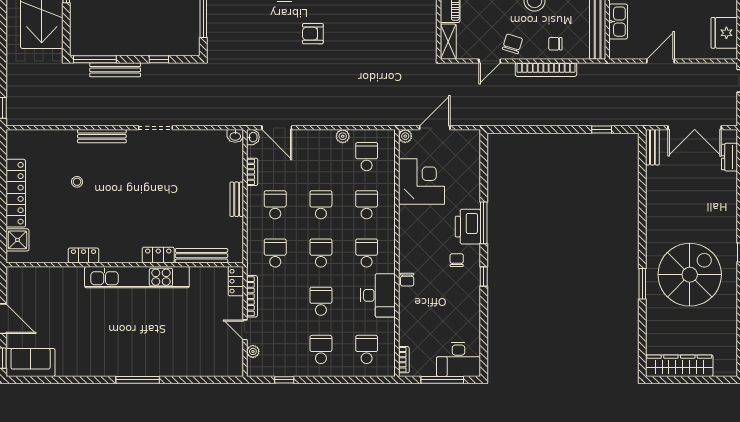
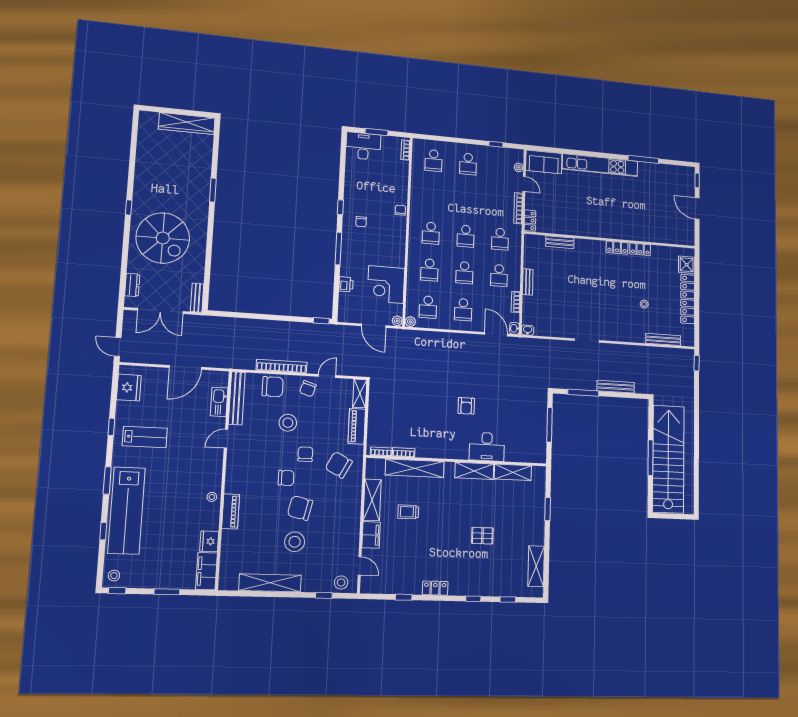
armchair: (313, 34) -> (466, 406), turned 90
chair: (555, 44) -> (273, 387), width x1.87, depth x1.87
window: (95, 59) -> (630, 395), removed
window: (159, 59) -> (583, 393), width x2.17
door: (661, 61) -> (185, 367), width x1.36
door: (435, 128) -> (374, 326), hinge flipped
double door: (695, 128) -> (160, 311), swing flipped
window: (602, 129) -> (321, 321), moved
bench: (102, 136) -> (663, 339), moved
plant: (343, 136) -> (410, 322), moved
printer: (468, 227) -> (346, 284), moved, width x0.53, depth x0.68
locker: (158, 255) -> (617, 248), moved
bench: (201, 256) -> (560, 242), width x0.73
spiral stairs: (690, 275) -> (163, 238), moved, turned -90
kitchen unit: (137, 277) -> (600, 165), moved, turned 180
desk: (378, 295) -> (423, 200), removed
school desk: (321, 301) -> (463, 310), moved
sofa: (31, 362) -> (544, 162), moved
window: (138, 380) -> (643, 159), moved
window: (442, 380) -> (377, 132), width x0.69

